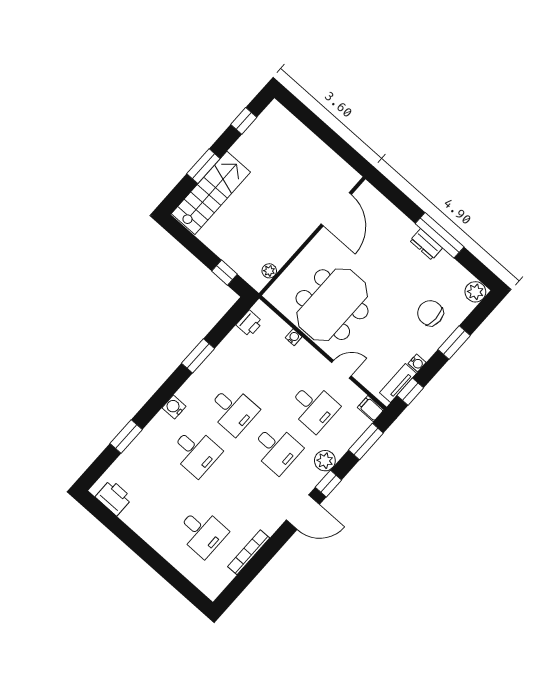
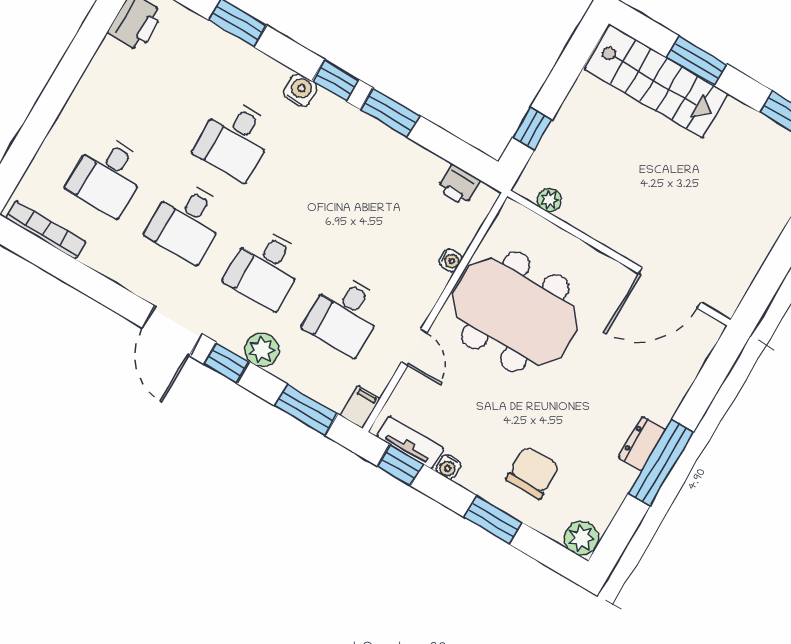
window: (172, 385) -> (335, 80), added
desk: (233, 410) -> (187, 221), moved
bookcase: (249, 552) -> (46, 230), moved

